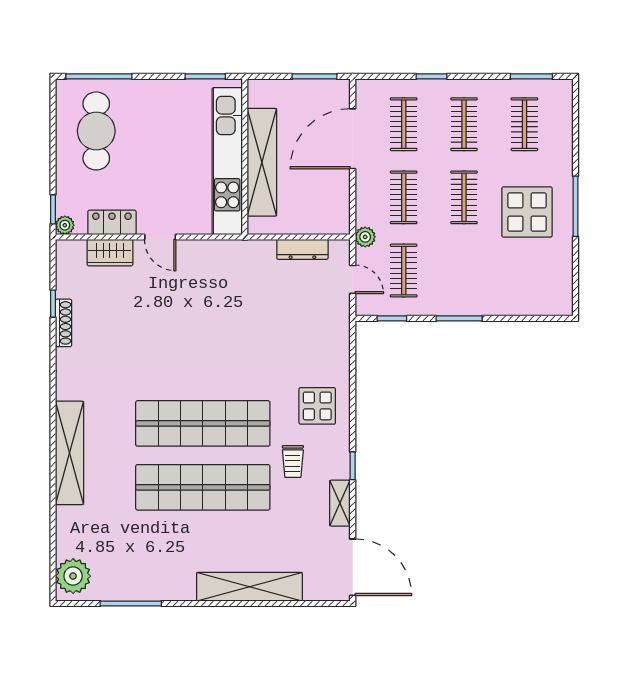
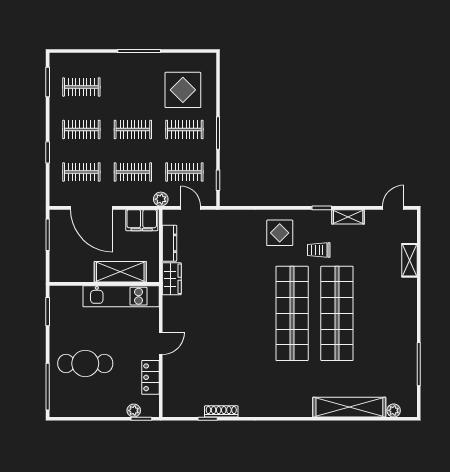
cafe table: (96, 131) -> (85, 363), moved
kitchen unit: (227, 161) -> (121, 296), width x0.73
shelving: (262, 162) -> (120, 272), width x0.68
filing cabinet: (335, 210) -> (142, 220), added
display table: (527, 212) -> (183, 90), moved
plant: (65, 225) -> (134, 411), moved
wardrobe: (110, 253) -> (172, 279), moved
clothes rail: (464, 271) -> (184, 129), added
door: (353, 279) -> (191, 208), hinge flipped
shelving: (70, 453) -> (349, 407), moved
trolley: (293, 461) -> (319, 250), turned 180
door: (353, 567) -> (393, 208), width x0.53
plant: (73, 576) -> (394, 410), width x0.53, depth x0.53
shelving: (249, 587) -> (409, 260), width x0.45, depth x0.75

